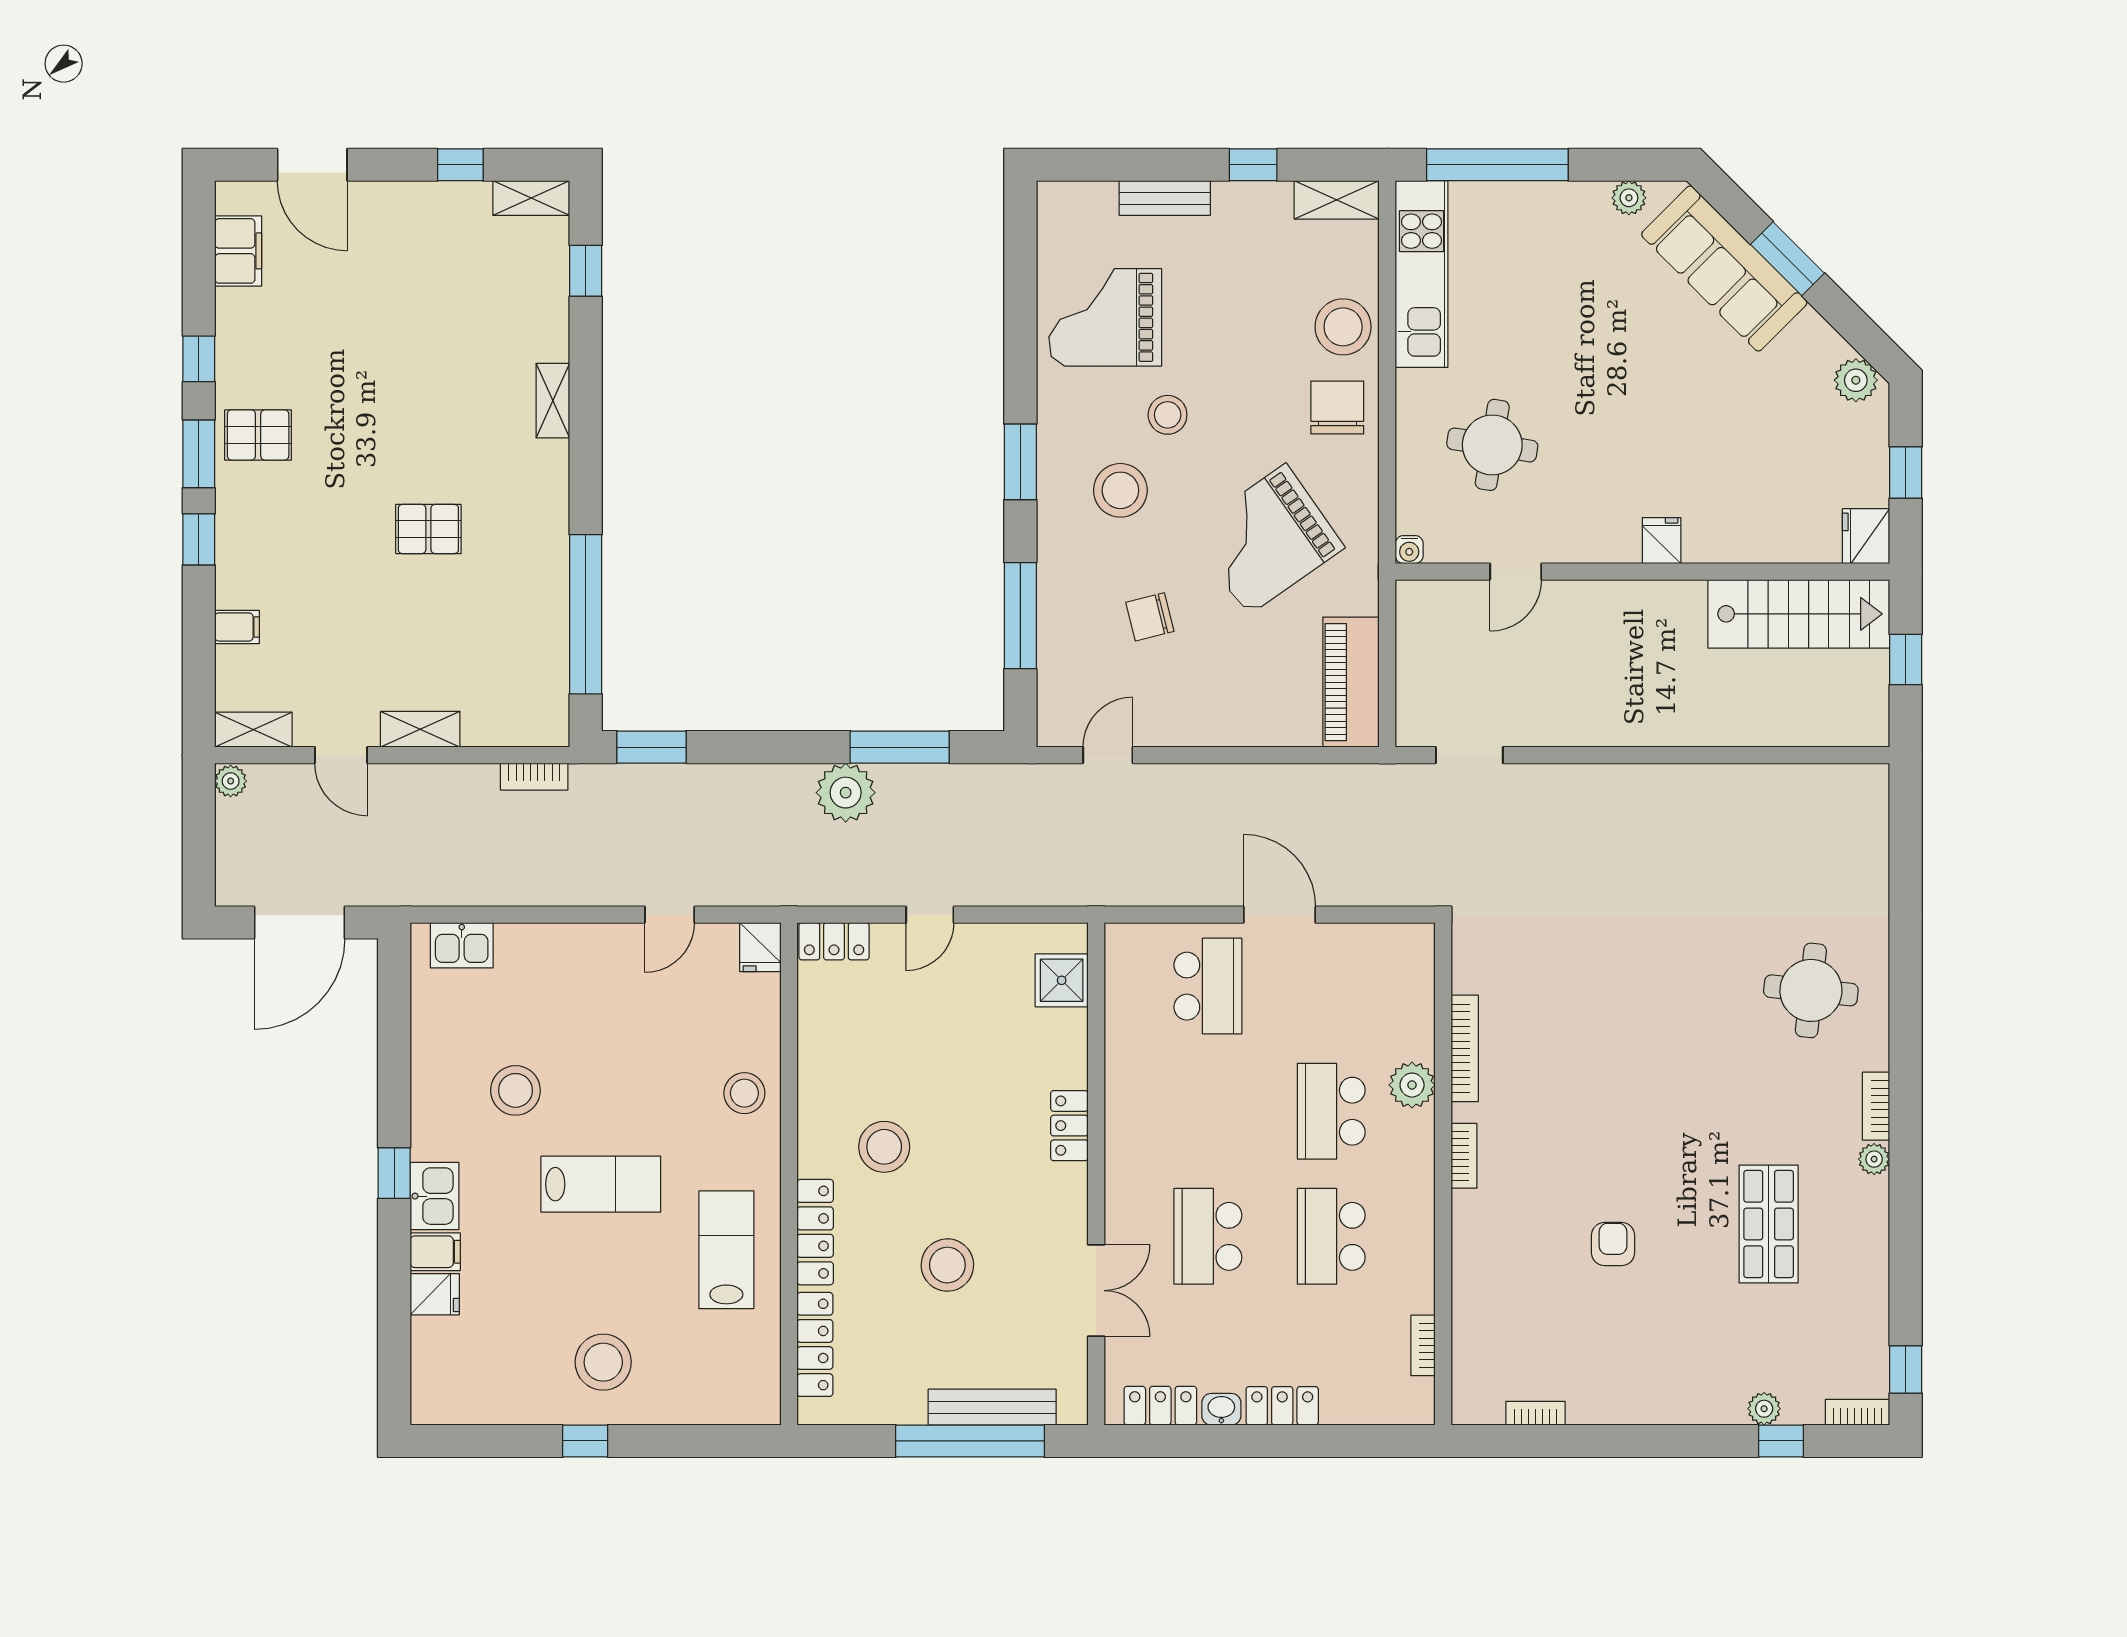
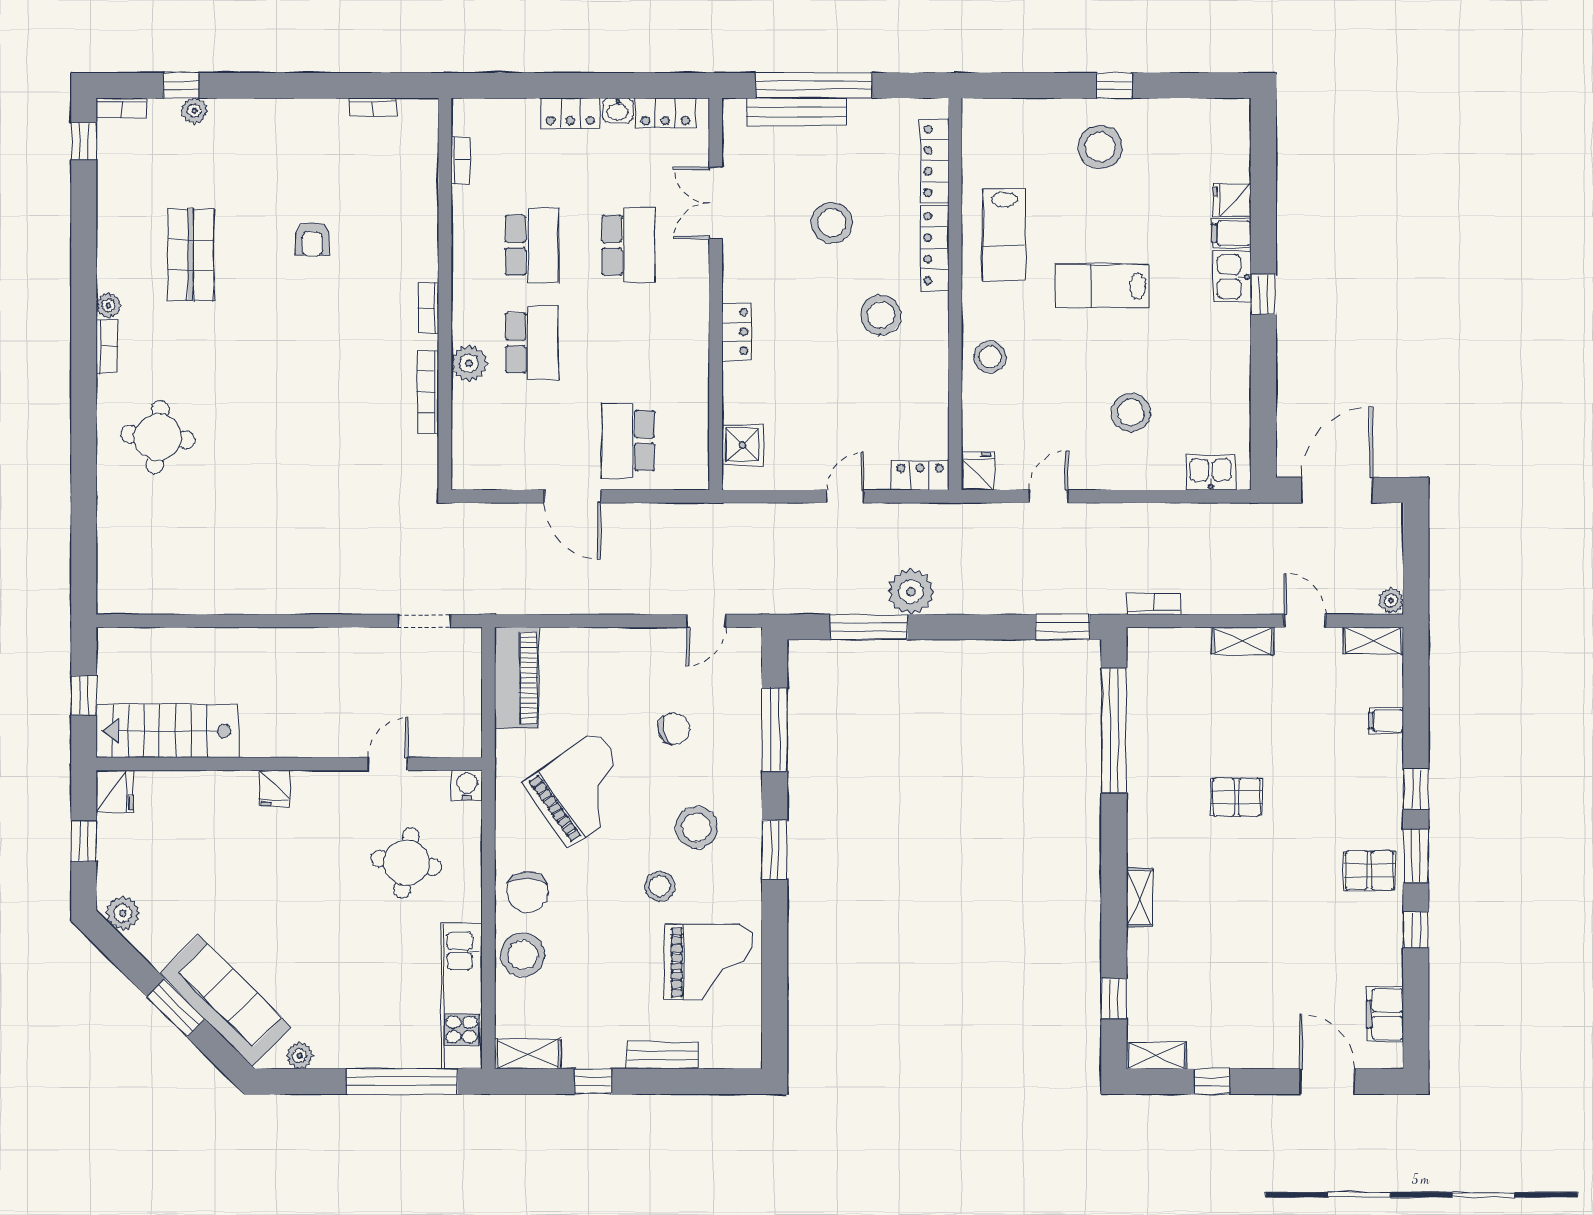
water cooler: (1409, 550) -> (467, 785), width x1.38, depth x1.38
stool: (515, 1090) -> (1131, 412), moved

